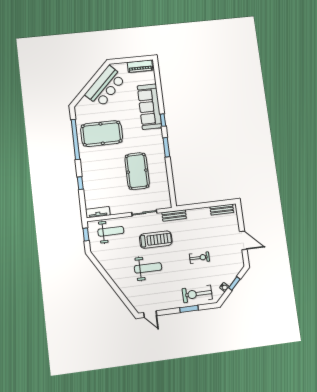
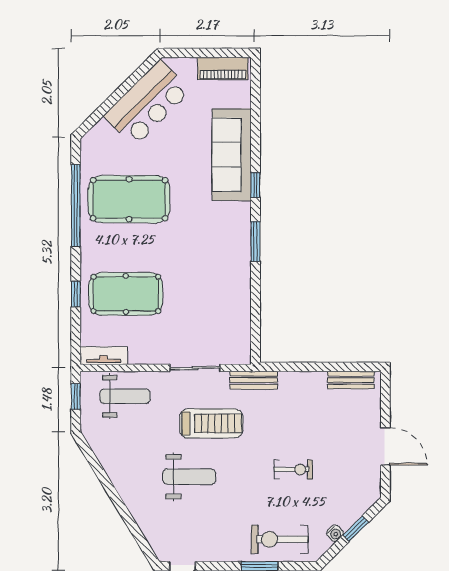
pool table: (137, 171) -> (126, 294), moved, turned 90

